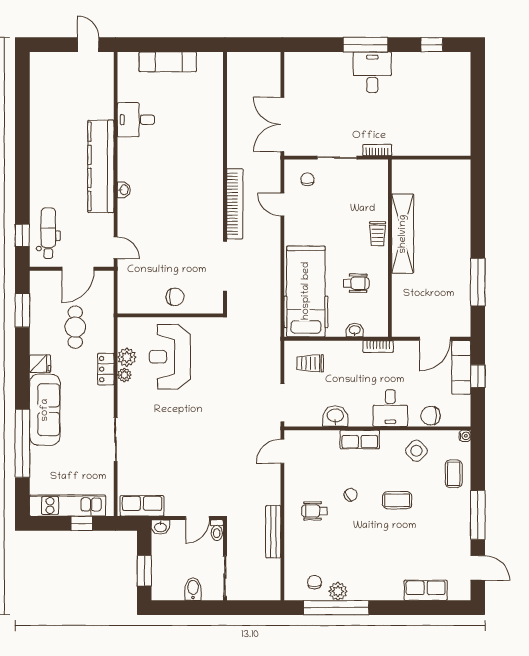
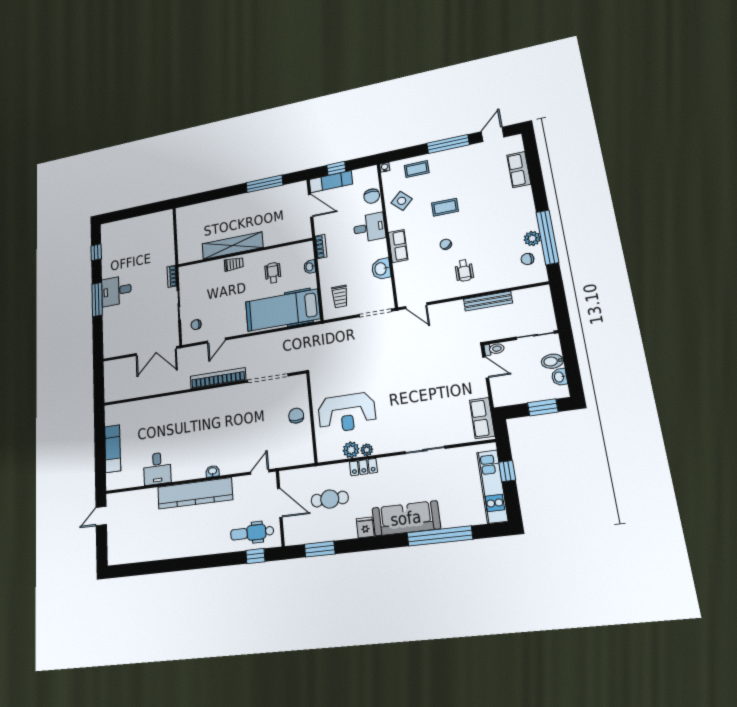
coffee table: (397, 500) -> (445, 207), turned 90
washbasin: (160, 527) -> (559, 377), moved, turned 180

